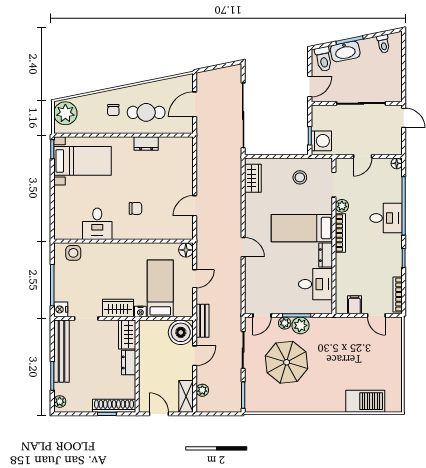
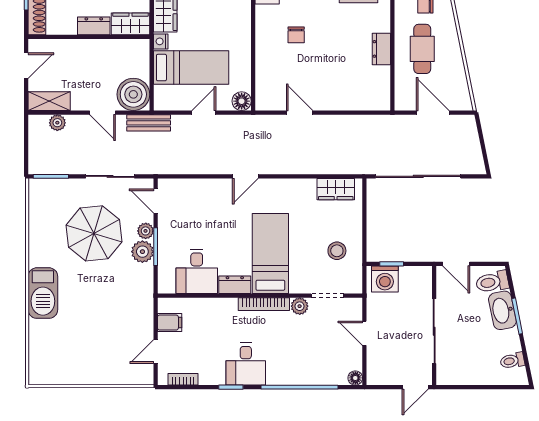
desk: (386, 218) -> (246, 364), moved
door: (195, 279) -> (204, 113), swing flipped
bookcase: (398, 295) -> (183, 379), width x0.64
barbecue: (365, 401) -> (43, 293), moved

